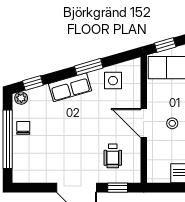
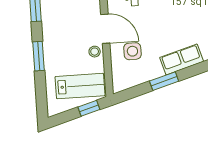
side table: (113, 81) -> (132, 51), moved
stool: (172, 123) -> (95, 52), moved

